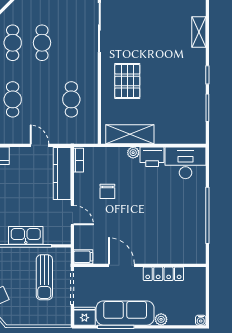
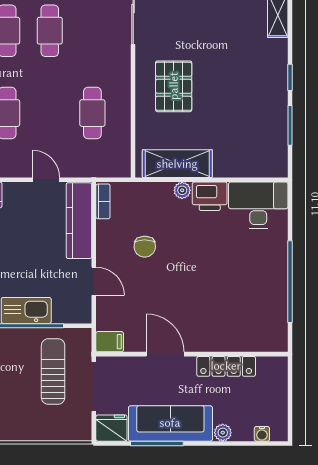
sun lounger: (44, 277) -> (53, 372), turned 180
water cooler: (201, 320) -> (262, 434), moved

